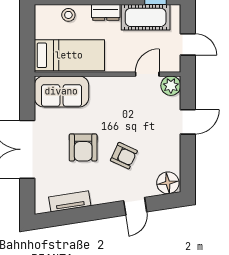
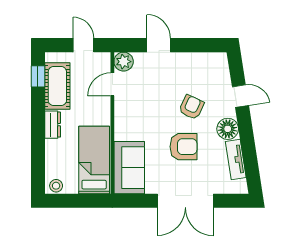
stool: (68, 15) -> (56, 186), moved
door: (188, 44) -> (83, 45), hinge flipped
door: (147, 74) -> (112, 84), hinge flipped
floor lamp: (168, 183) -> (228, 129), moved

